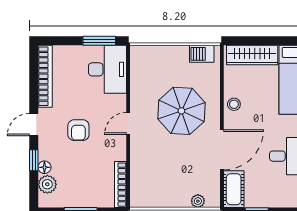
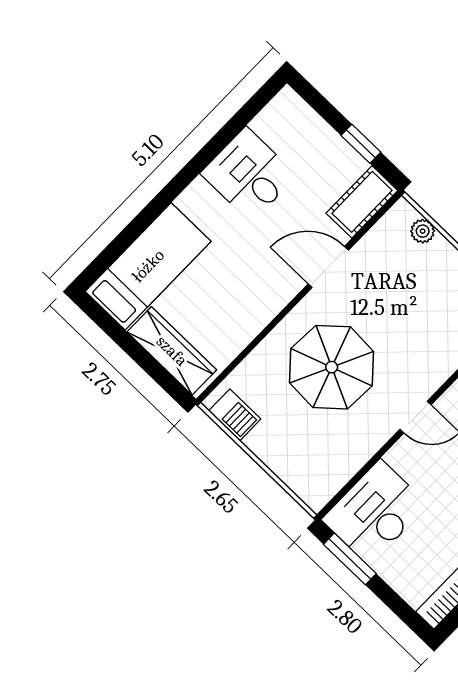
stool: (234, 104) -> (256, 310), removed
door: (222, 150) -> (328, 267), width x0.73

